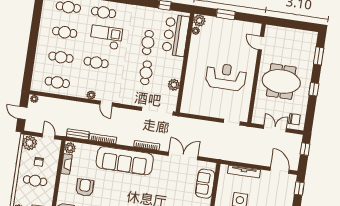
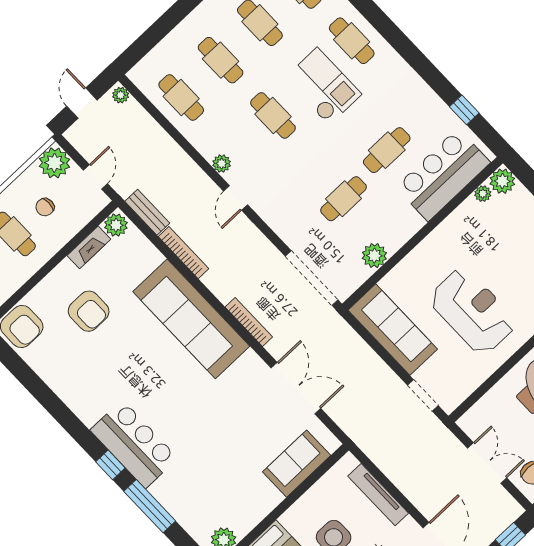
sofa: (202, 107) -> (393, 330), added
armchair: (85, 188) -> (89, 311), turned 90

